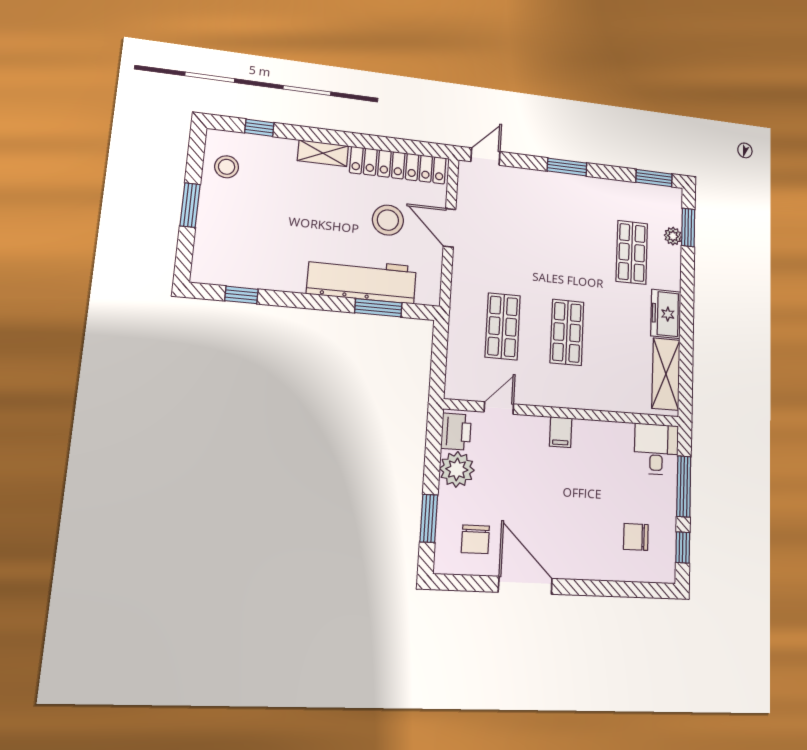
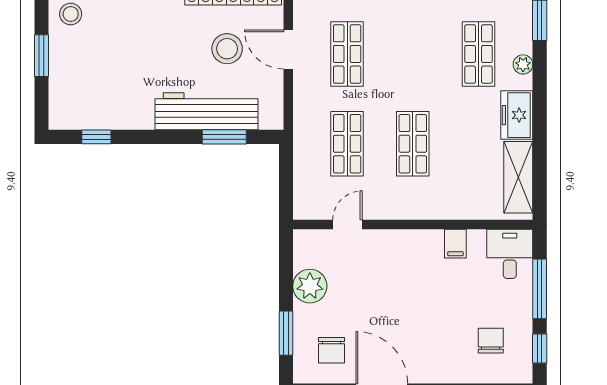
plant: (673, 236) -> (523, 64), moved
shop shelf: (507, 239) -> (347, 54), added
printer: (456, 432) -> (307, 250), removed
filing cabinet: (561, 432) -> (455, 244), moved
chair: (636, 537) -> (491, 341), turned 90

